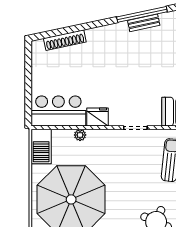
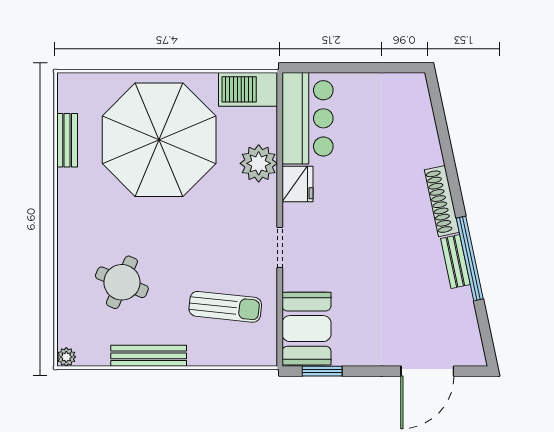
shoe rack: (65, 40) -> (442, 201), moved
plant: (80, 135) -> (259, 163), width x1.87, depth x1.87

